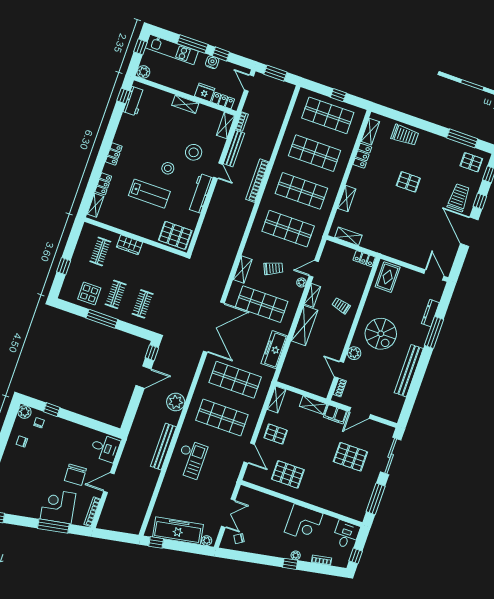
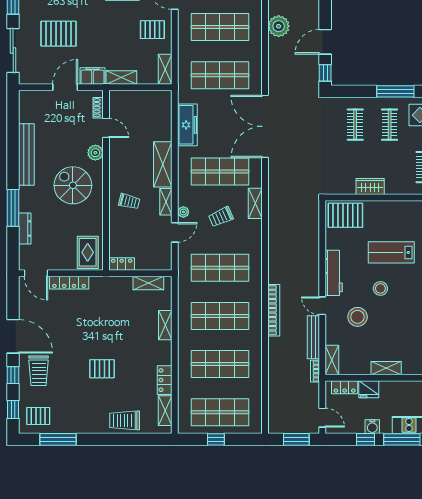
wardrobe: (130, 245) -> (370, 186), moved
locker: (410, 258) -> (69, 283), added

